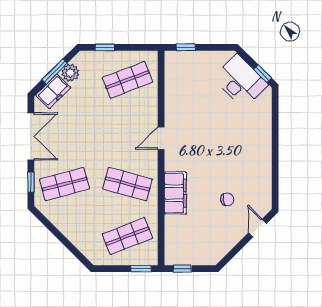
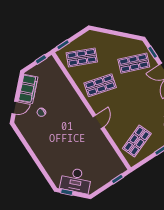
shop shelf: (65, 184) -> (134, 63), turned 36
filing cabinet: (175, 193) -> (28, 89), moved, turned -135
door: (258, 228) -> (15, 108), hinge flipped
shop shelf: (127, 236) -> (82, 57), turned 45

